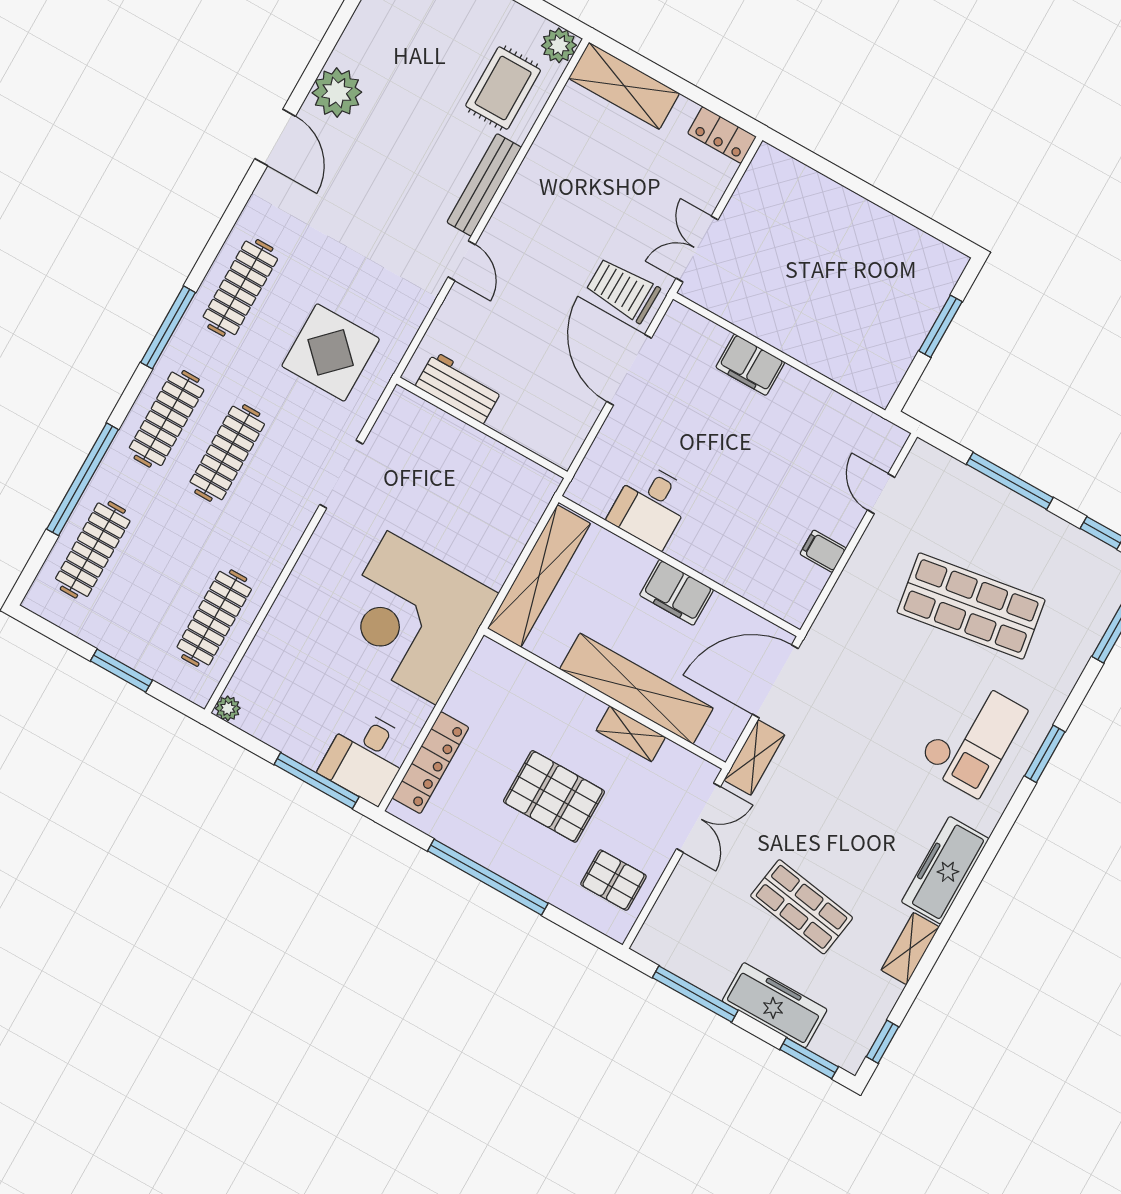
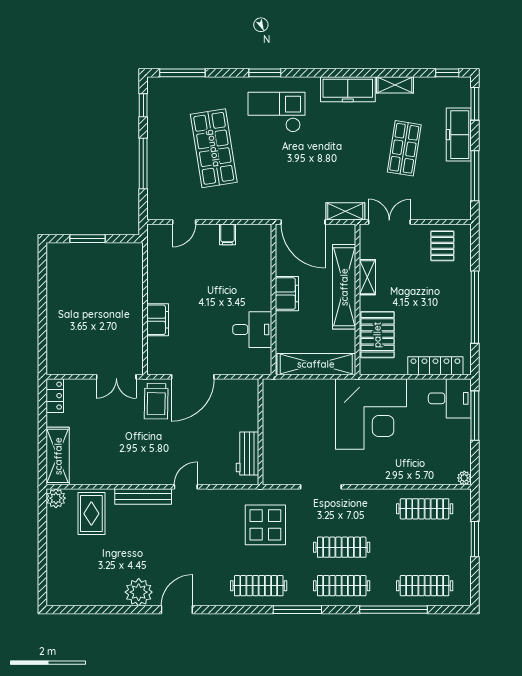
rug: (503, 88) -> (91, 514), turned 90
pallet: (554, 796) -> (377, 335), moved

